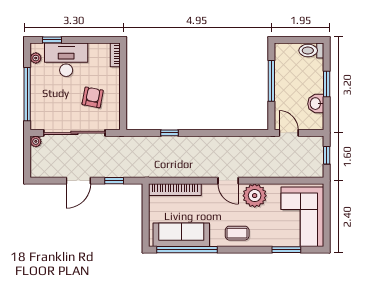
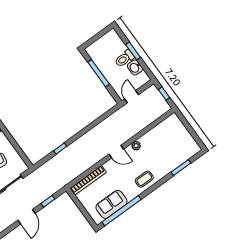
toilet: (311, 50) -> (124, 58), moved
door: (289, 133) -> (132, 97), hinge flipped
plant: (255, 196) -> (136, 146), width x0.53, depth x0.53
corner sofa: (302, 217) -> (176, 141), removed
sofa: (181, 235) -> (112, 204), width x0.73

